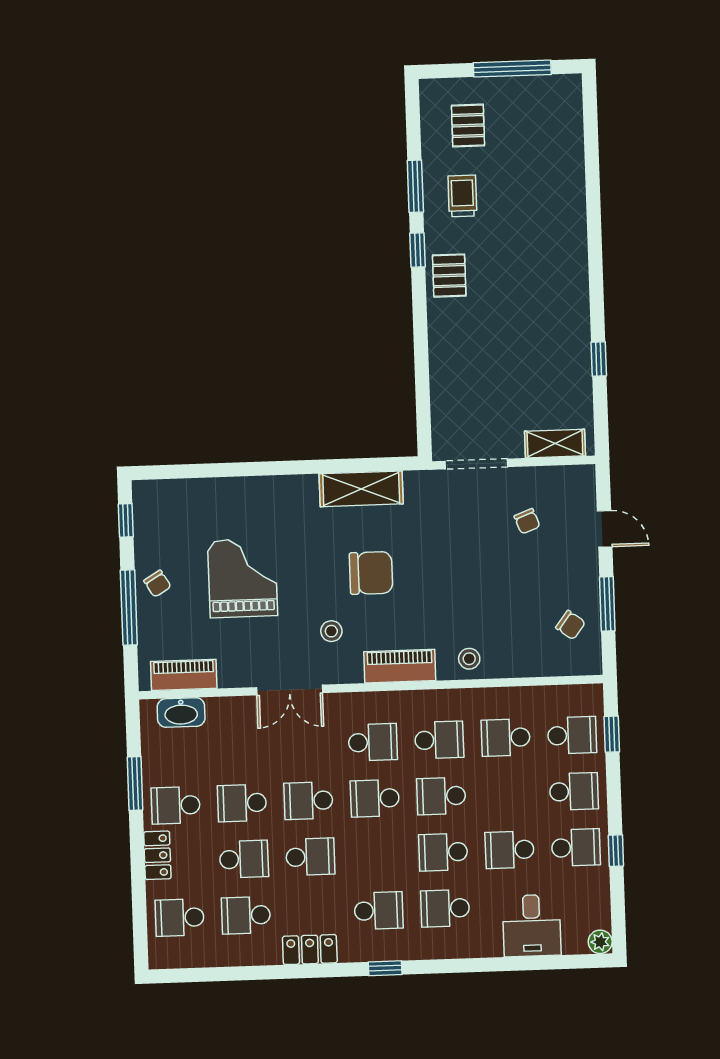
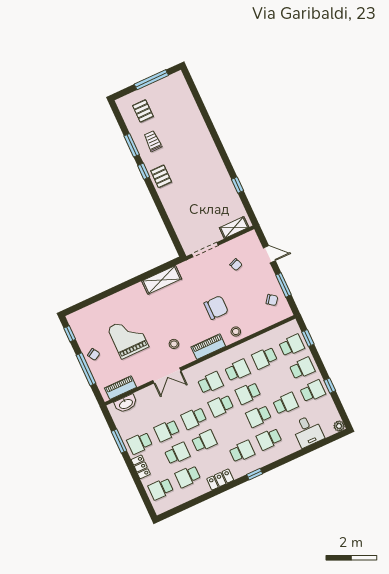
chair: (371, 573) -> (216, 308), moved
school desk: (510, 850) -> (286, 404), turned 180

